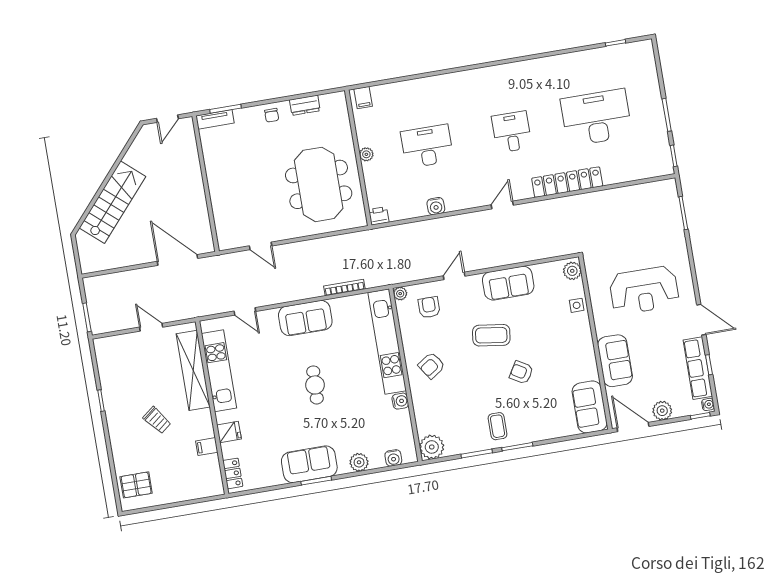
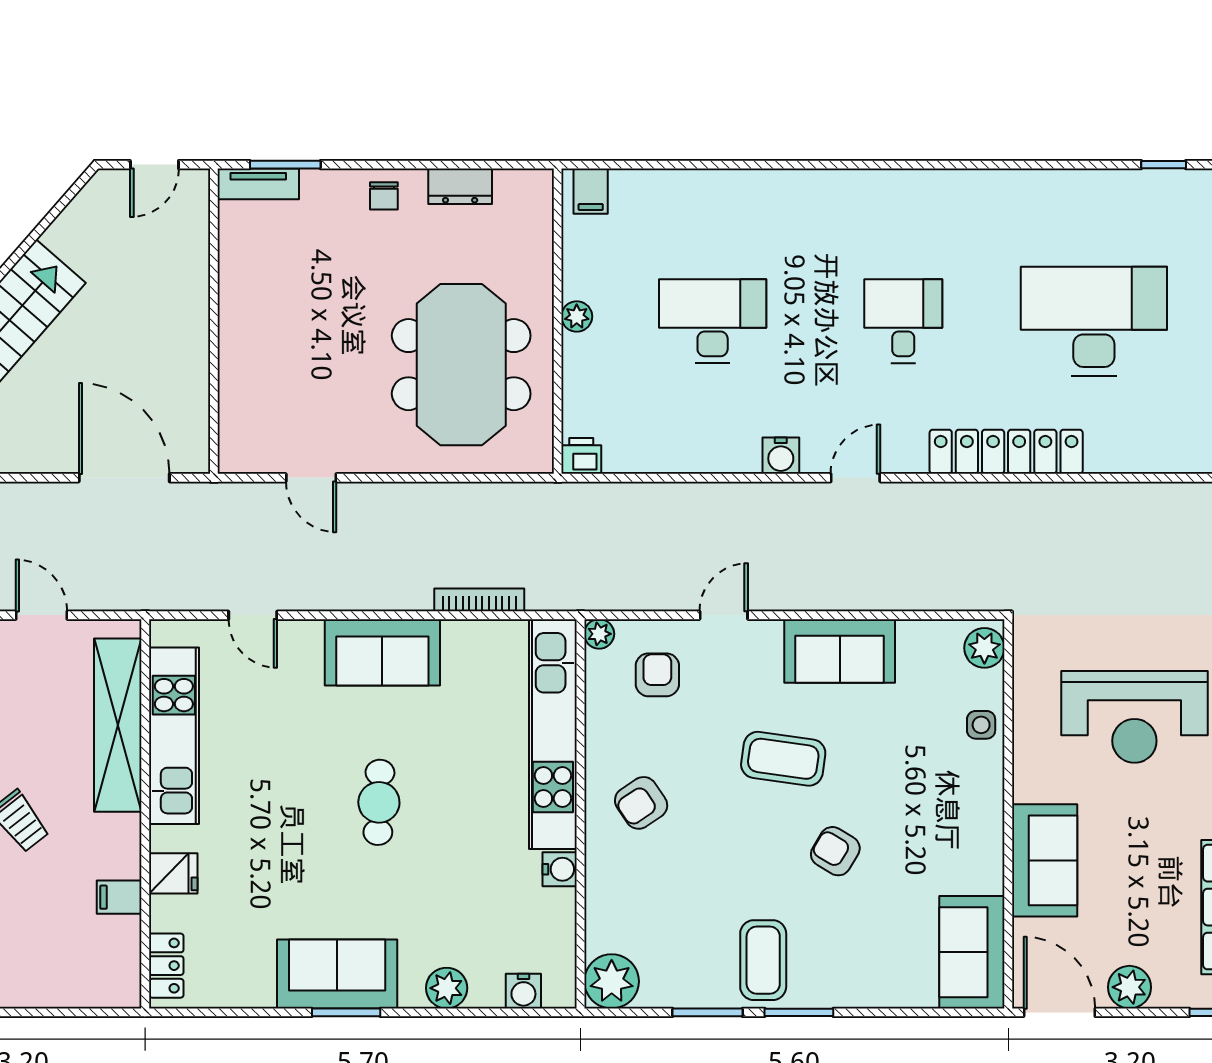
water cooler: (436, 206) -> (781, 456), moved
coffee table: (498, 426) -> (763, 960), width x1.36, depth x1.30

